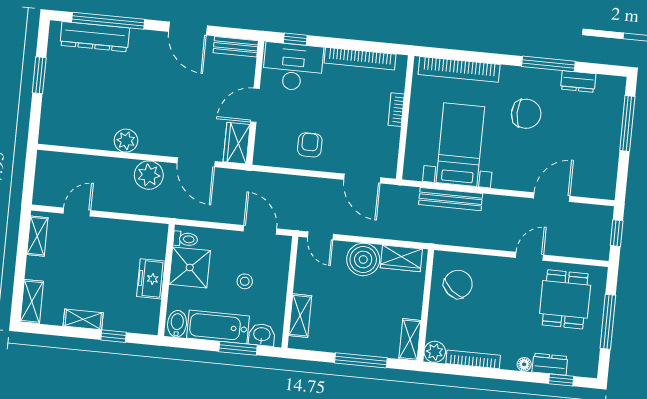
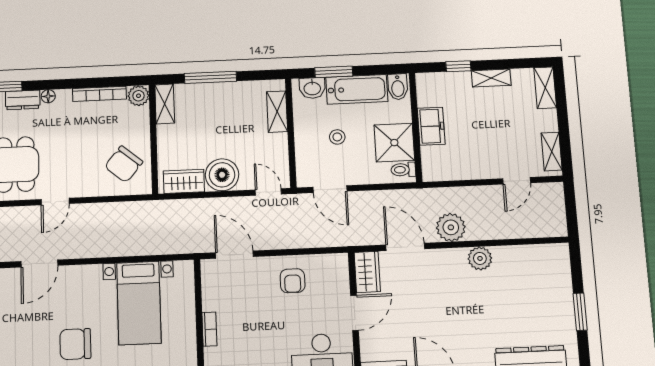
bench: (451, 199) -> (142, 247), removed

